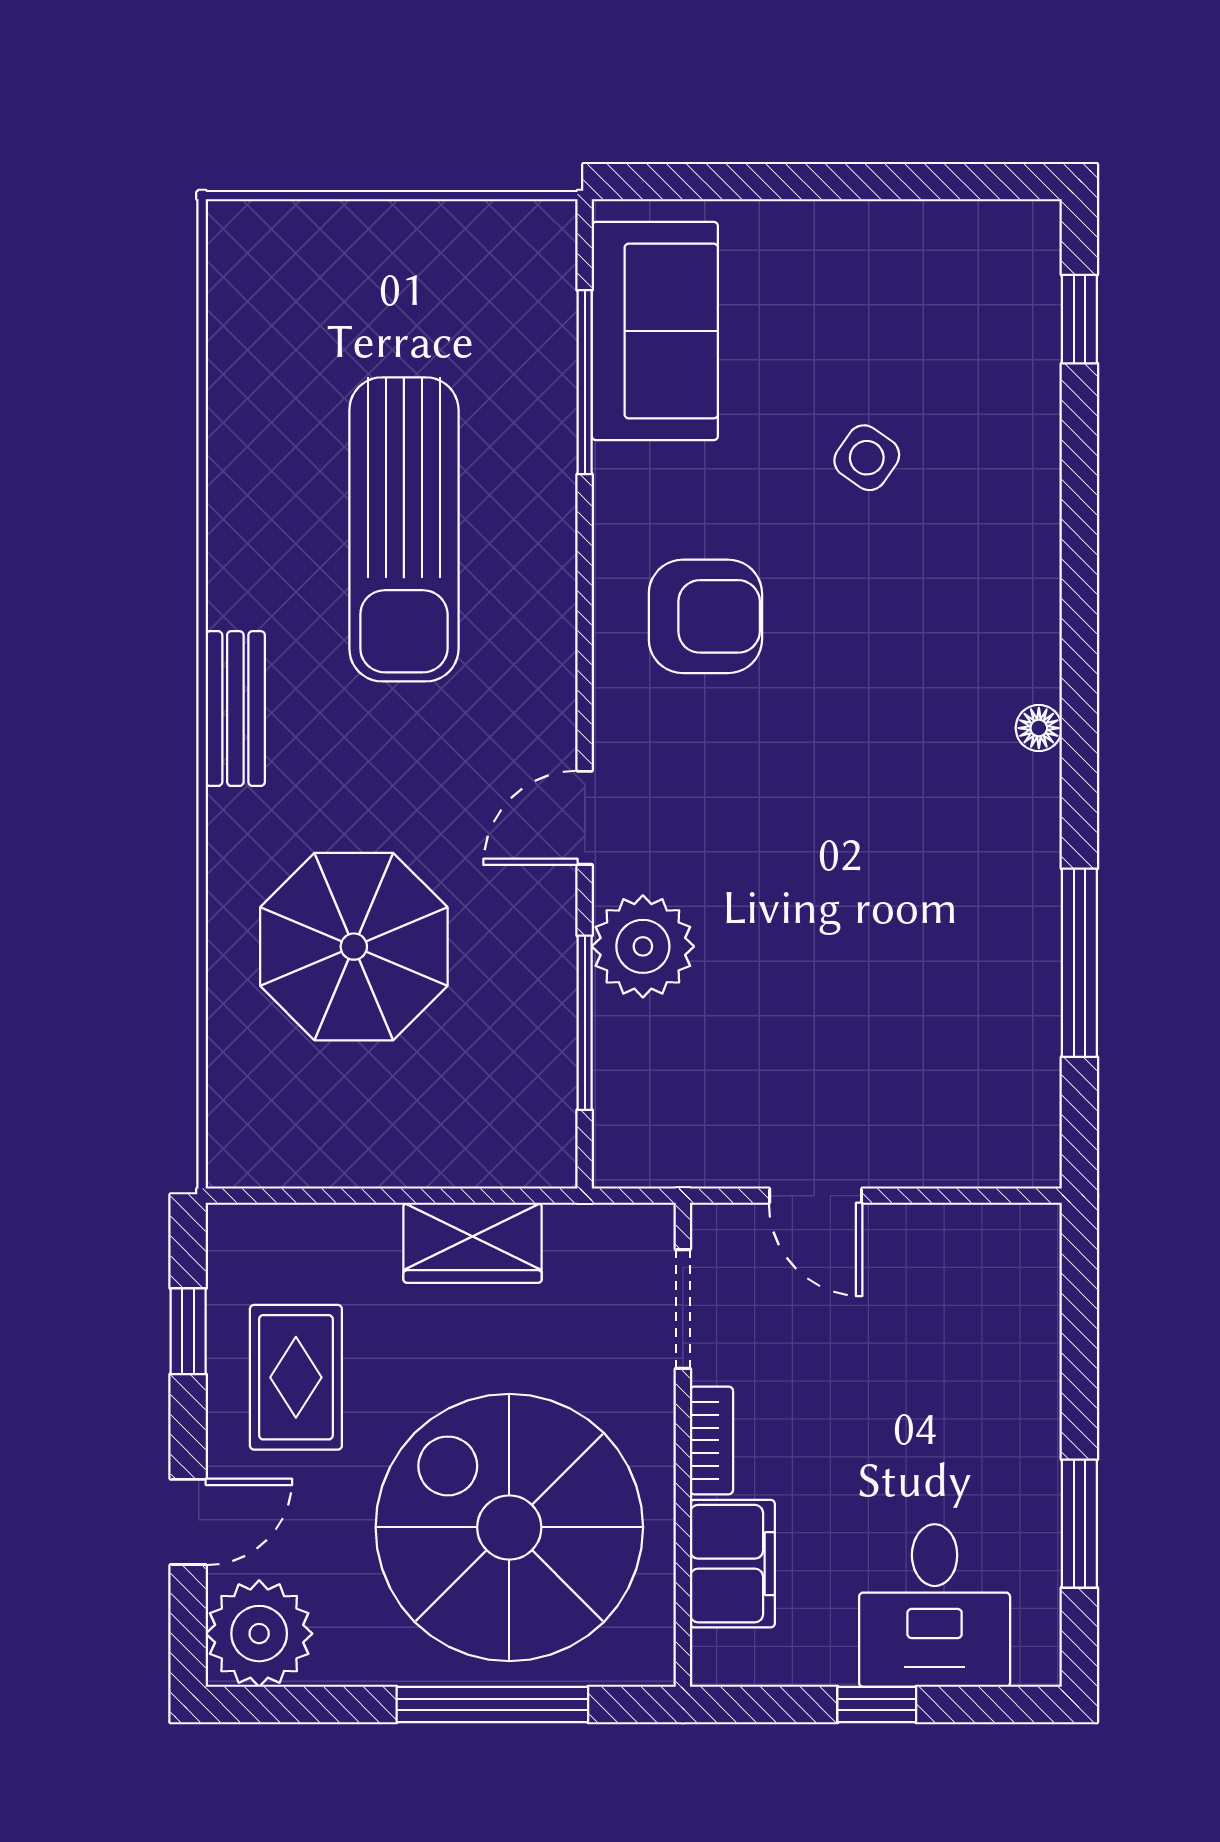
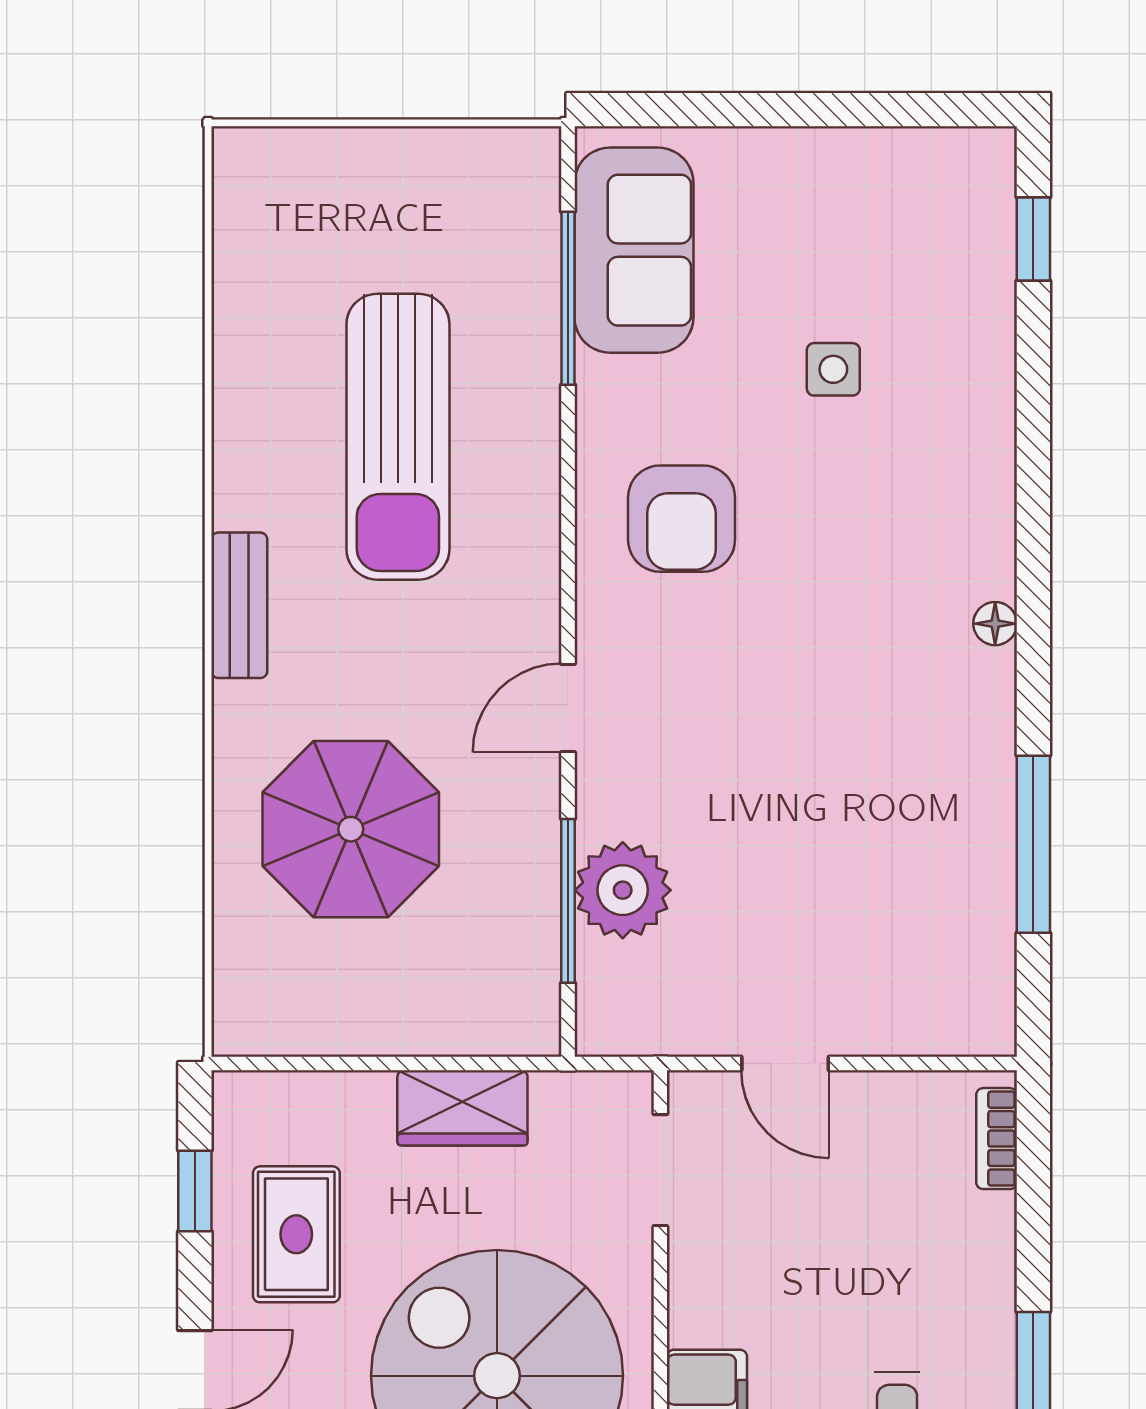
side table: (867, 458) -> (833, 369), turned -35
armchair: (705, 616) -> (682, 519), turned 90
plant: (643, 946) -> (623, 890), moved
bookcase: (711, 1440) -> (997, 1139), moved, turned 180

